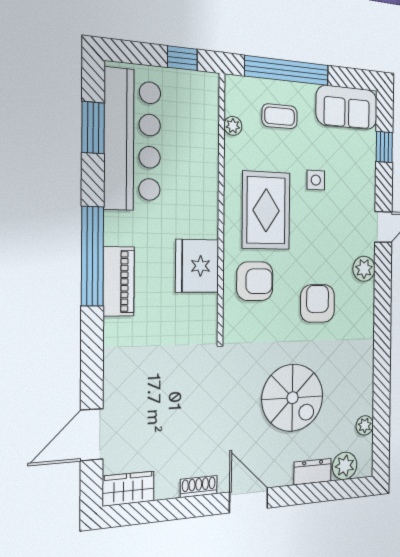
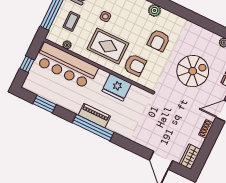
window: (182, 58) -> (27, 64), moved
bar counter: (132, 140) -> (66, 66), moved, turned 180
piano: (119, 281) -> (94, 116), moved
armchair: (255, 281) -> (135, 65), turned 90
armchair: (318, 303) -> (159, 40), turned -90

